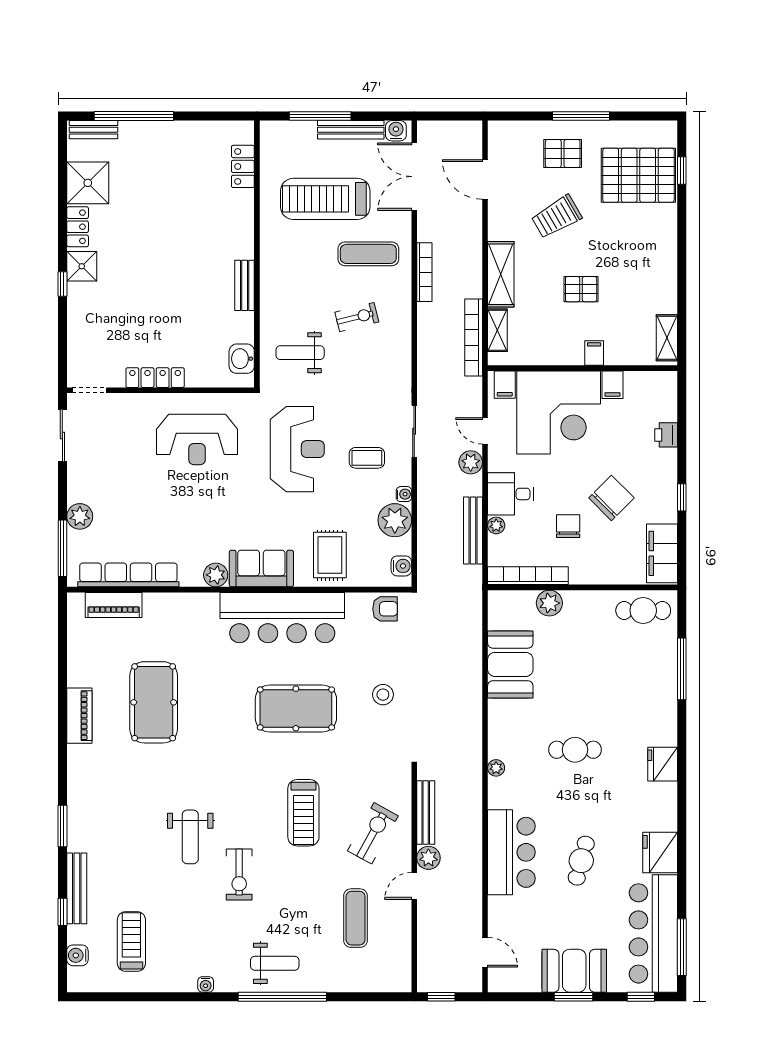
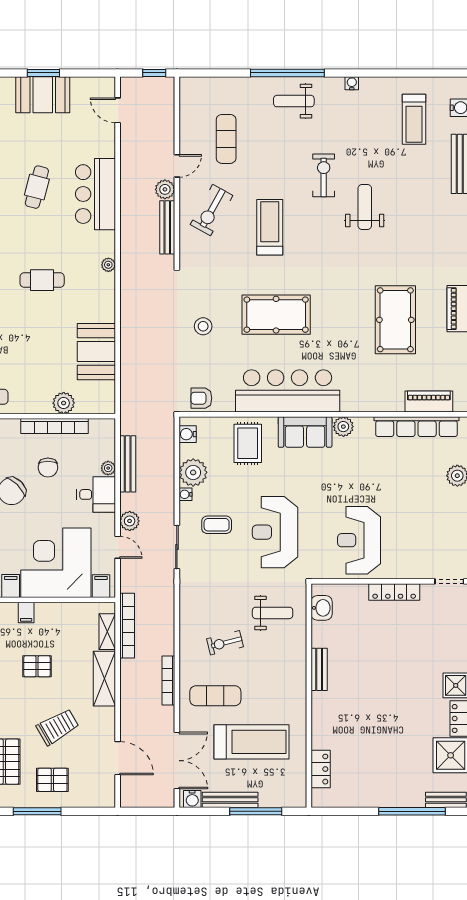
reception desk: (197, 439) -> (359, 540), turned -90
bookcase: (528, 576) -> (54, 426), moved

